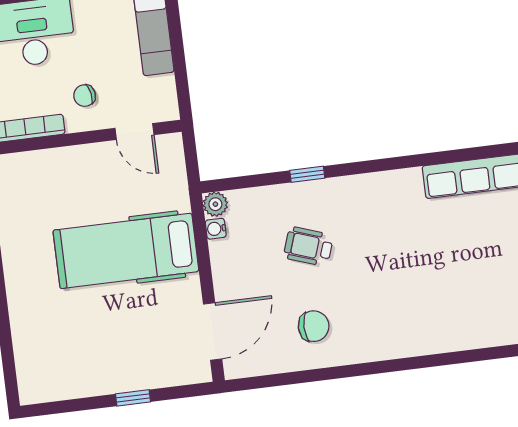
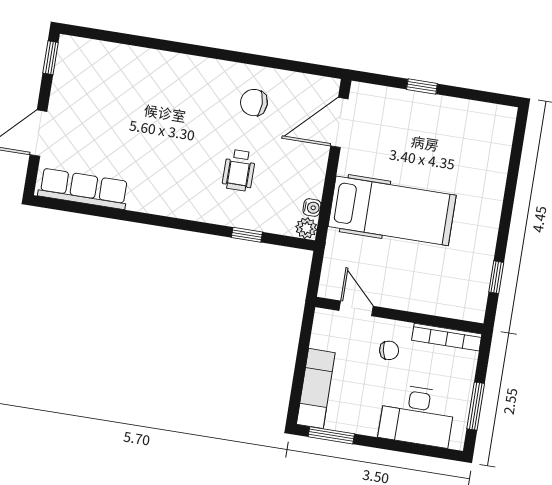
window: (307, 174) -> (247, 235), moved
wheelchair: (308, 246) -> (239, 170), turned 71

